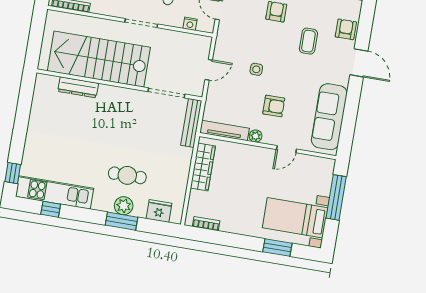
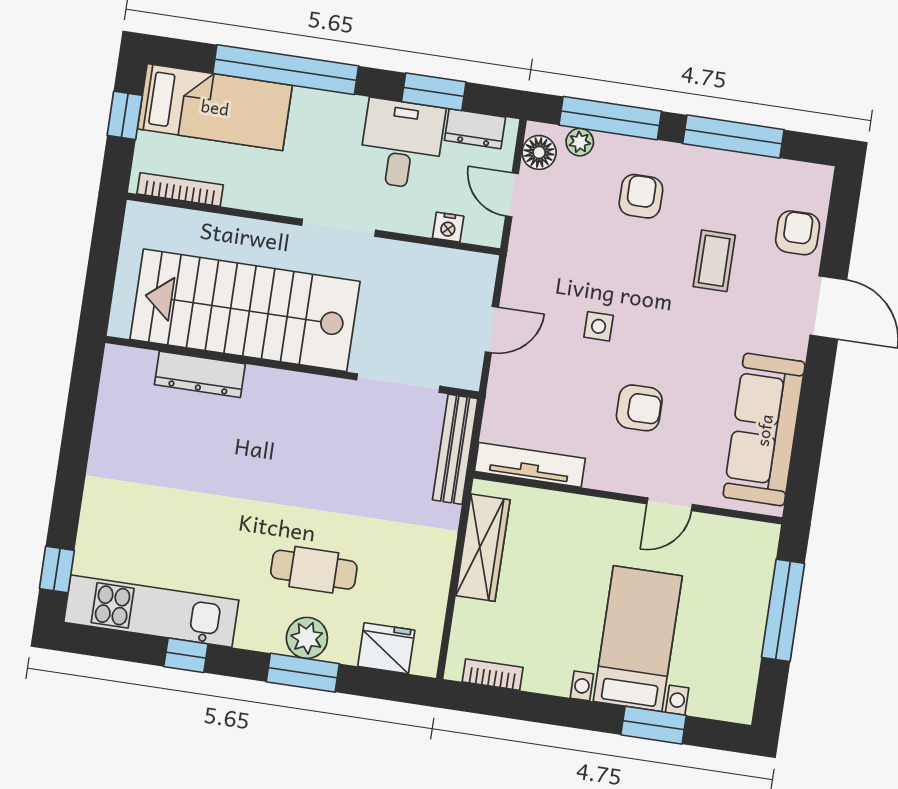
plant: (256, 136) -> (600, 476), removed
window: (51, 209) -> (186, 655), moved
bed with nightstands: (295, 218) -> (638, 639), moved, turned 90

